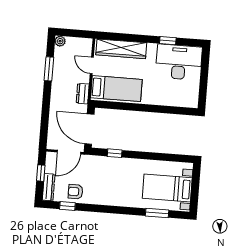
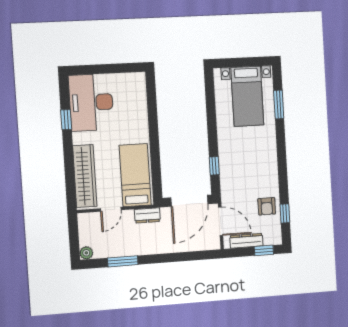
window: (41, 173) -> (264, 250), moved
dresser: (49, 187) -> (246, 241), moved

